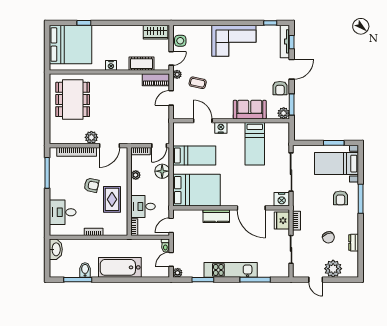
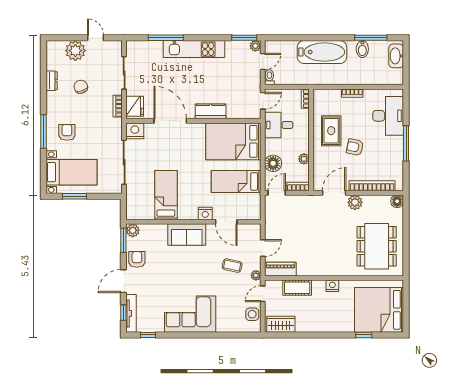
sofa: (250, 110) -> (187, 235), moved
floor lamp: (55, 138) -> (397, 201), added
window: (47, 173) -> (406, 143), moved
desk: (143, 206) -> (279, 125), moved, turned 180
desk: (63, 212) -> (388, 116), width x1.37
washbasin: (56, 249) -> (396, 56), moved
window: (203, 280) -> (244, 38), moved

